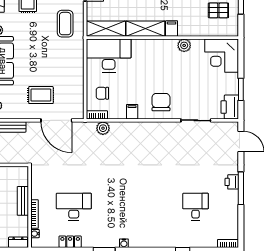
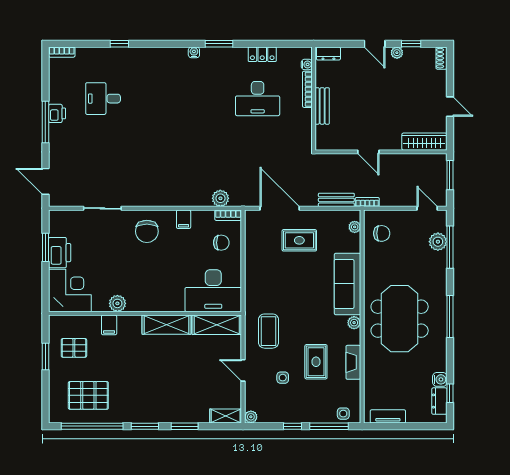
filing cabinet: (172, 28) -> (109, 325), moved
printer: (230, 107) -> (60, 253), moved
printer: (232, 182) -> (57, 113), moved
desk: (196, 207) -> (103, 99), turned 90

